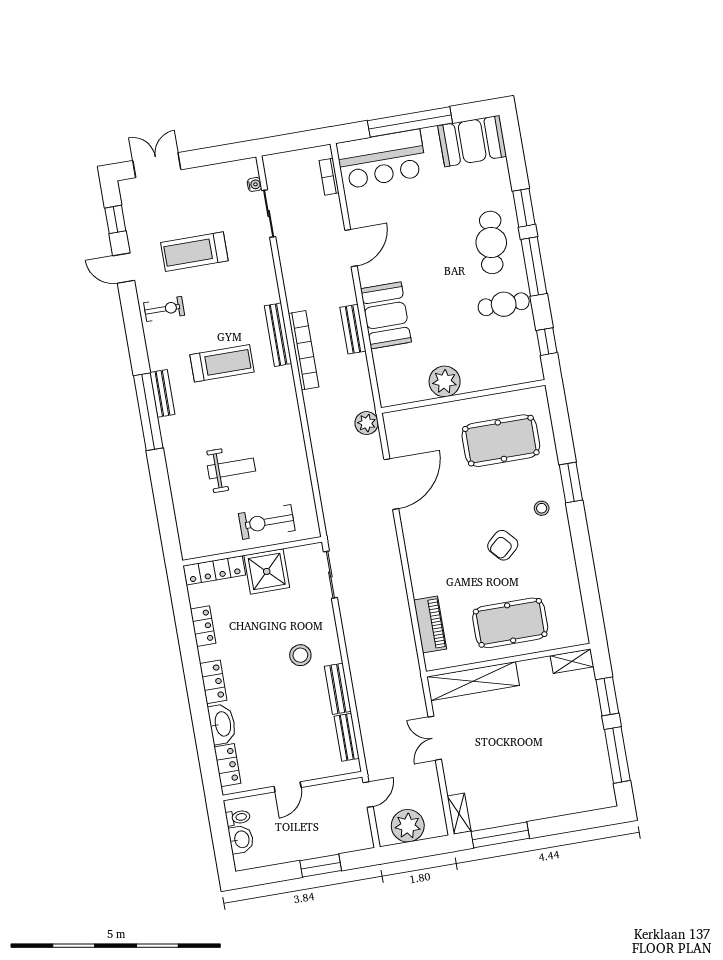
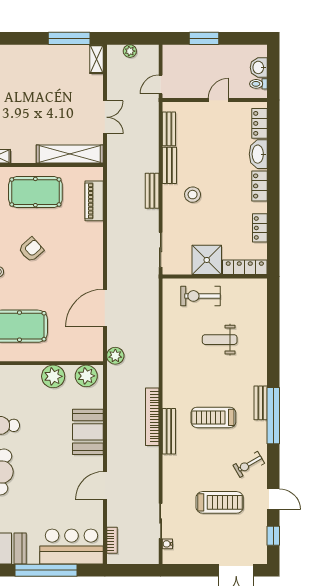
exercise bike: (164, 309) -> (249, 464), turned -30
bench: (353, 329) -> (152, 191), moved
plant: (401, 390) -> (86, 376), added
window: (148, 412) -> (273, 416), moved
exercise bike: (267, 522) -> (201, 296), turned 180
plant: (408, 826) -> (130, 51), width x0.53, depth x0.53

